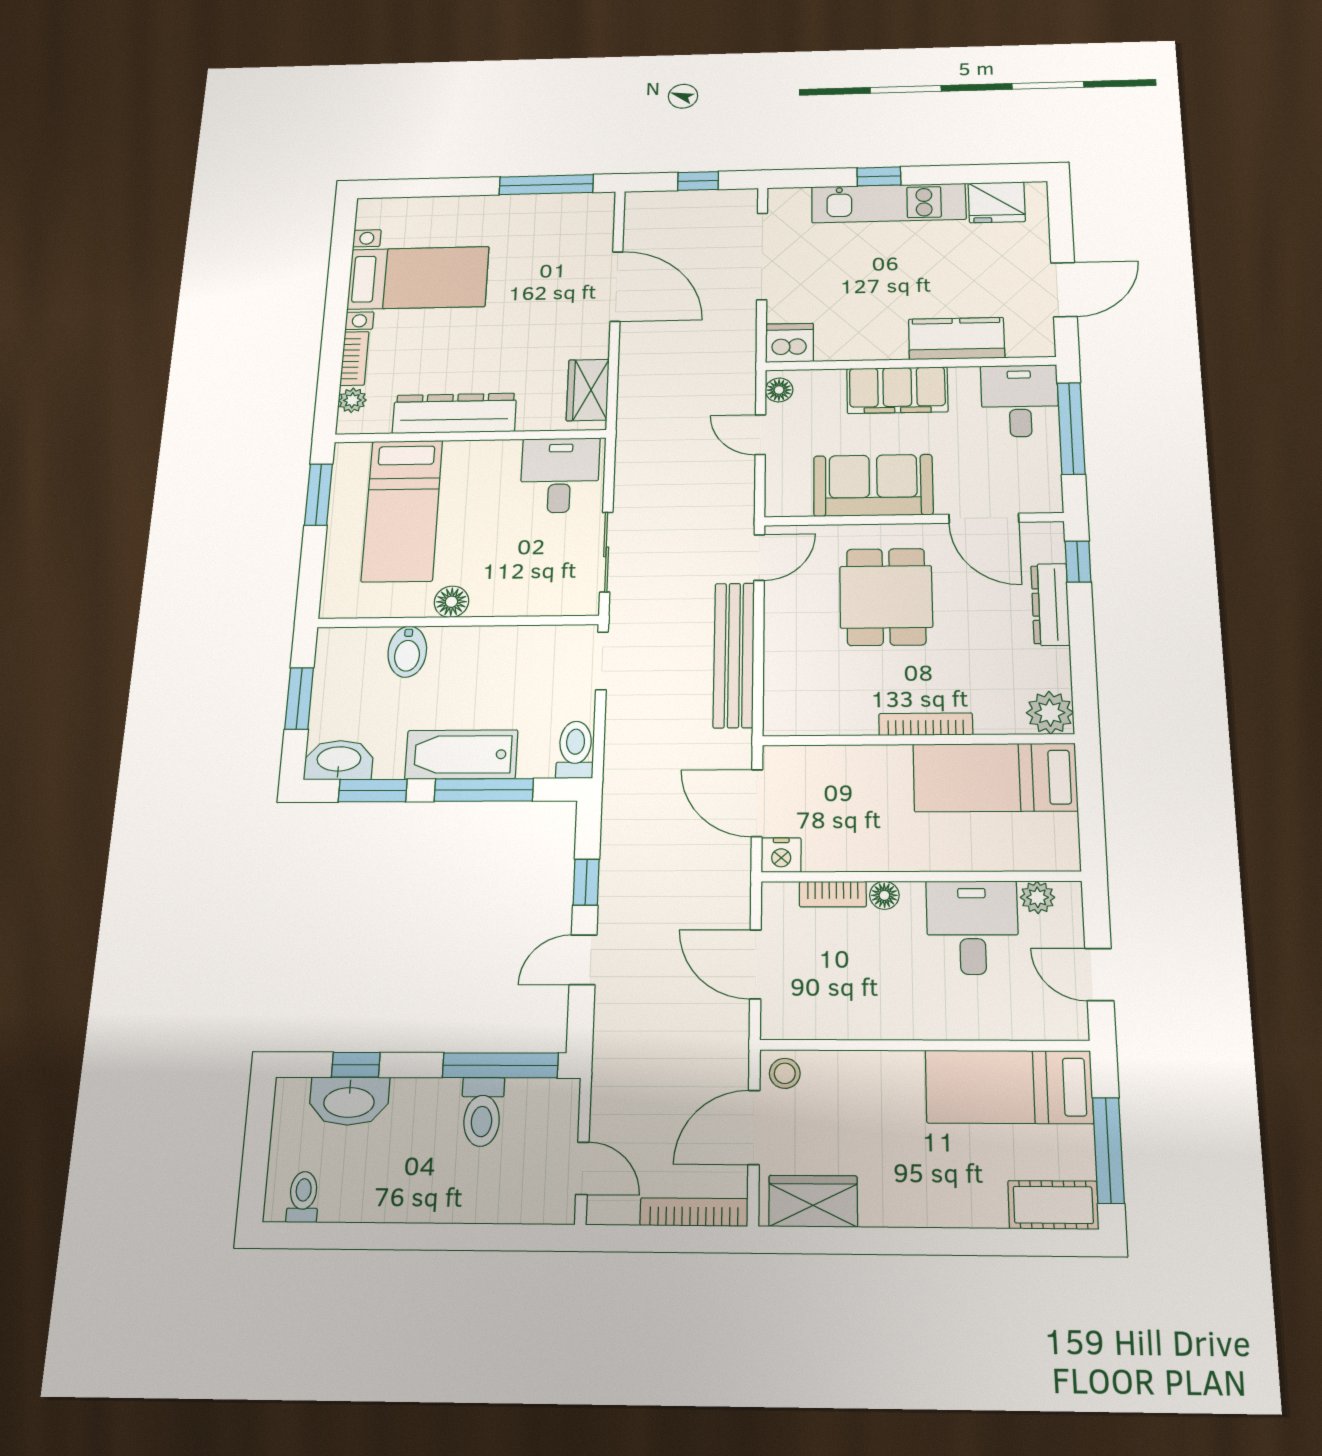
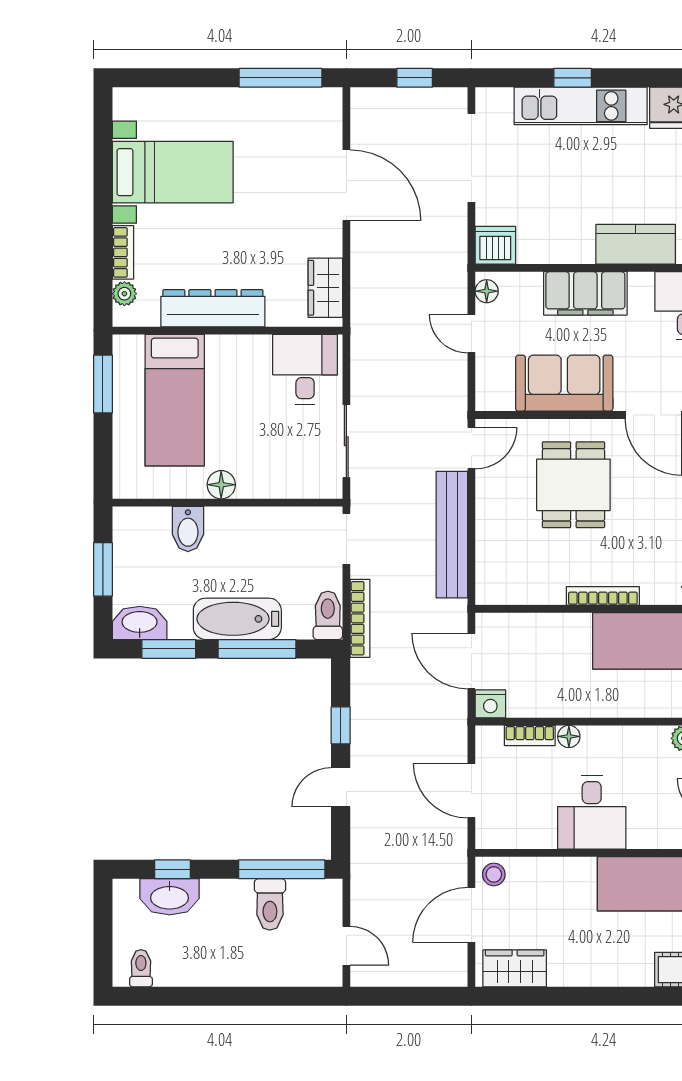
desk: (972, 927) -> (592, 812), moved, turned 180
bookcase: (694, 1212) -> (360, 618), moved, turned 90

